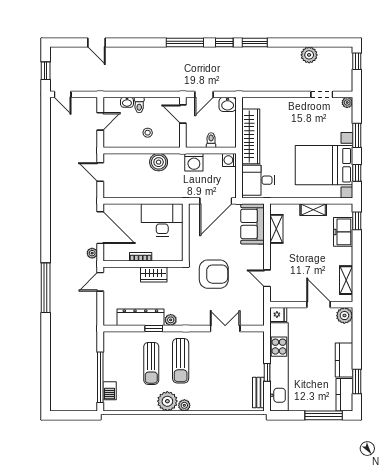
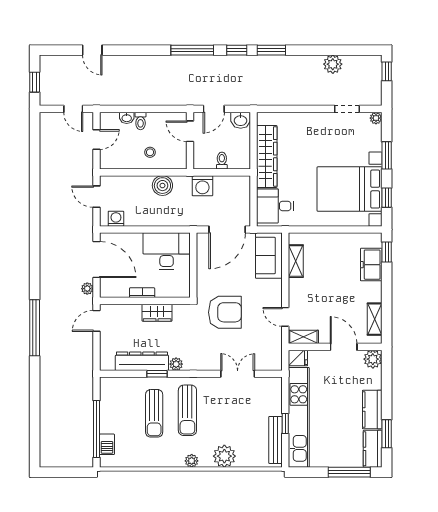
door: (63, 94) -> (73, 109), moved
washing machine: (229, 160) -> (116, 219), moved, turned 90
shelving: (313, 210) -> (303, 337), moved
bench: (258, 392) -> (275, 440), width x1.36
plant: (167, 401) -> (224, 456), moved

